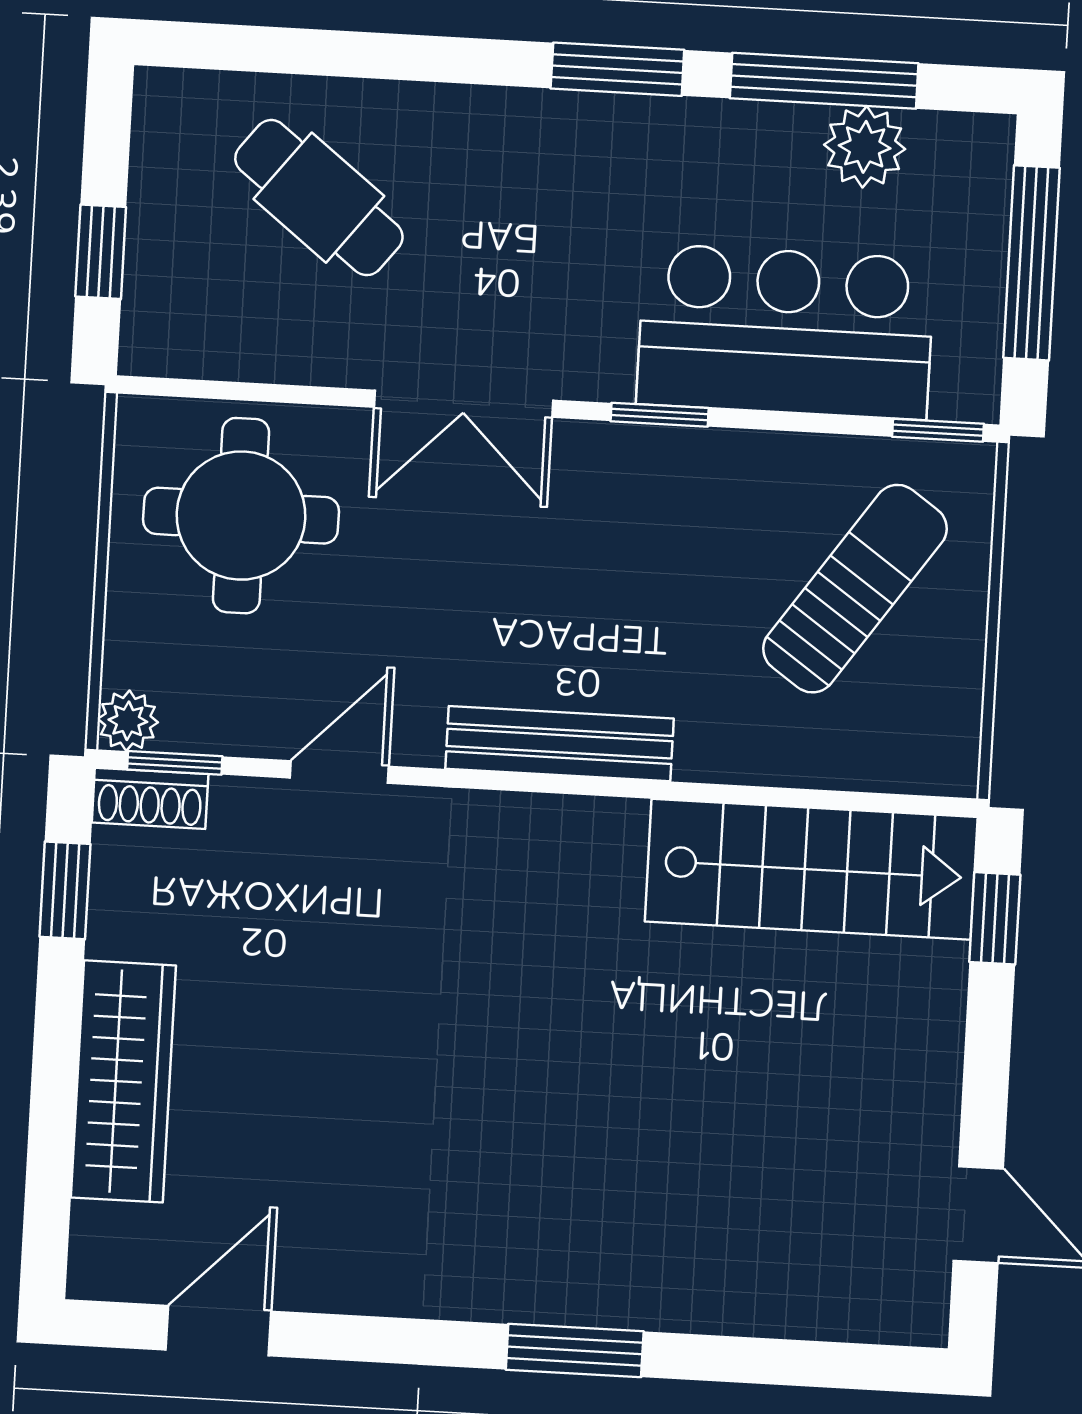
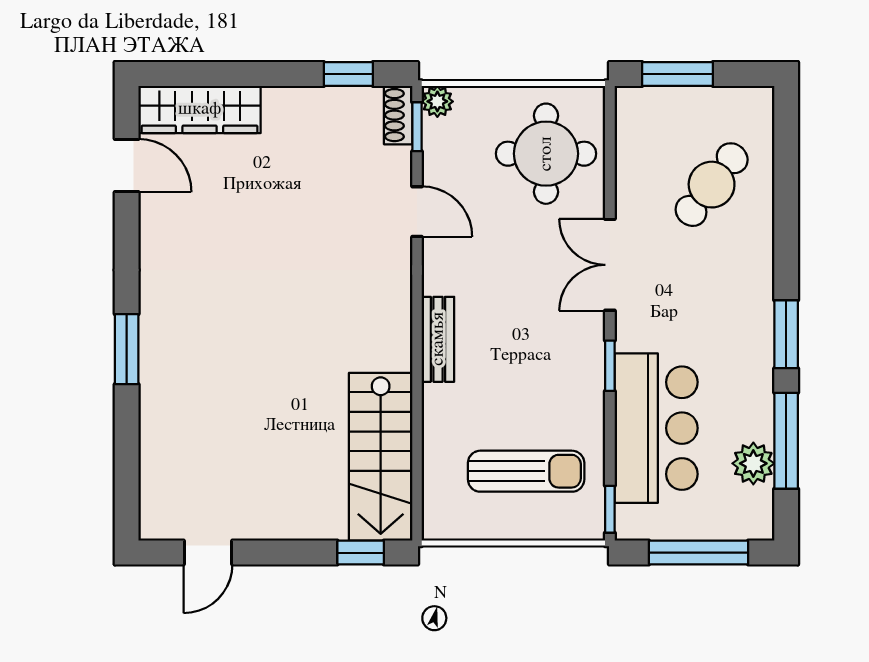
window: (101, 252) -> (678, 74), width x1.50
sun lounger: (855, 589) -> (526, 471), turned -35
bench: (560, 744) -> (438, 339), width x0.73
wardrobe: (123, 1081) -> (200, 109), moved

